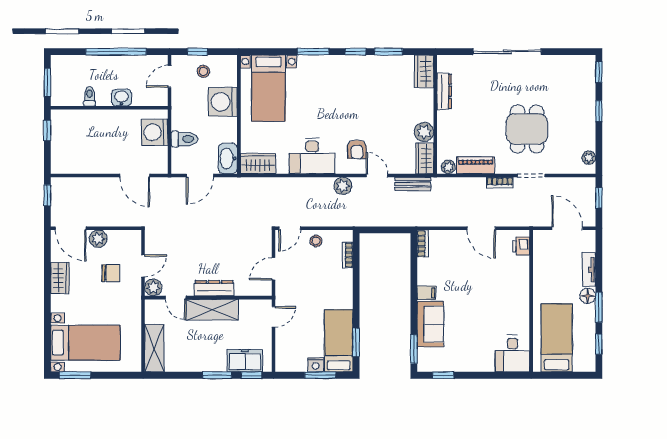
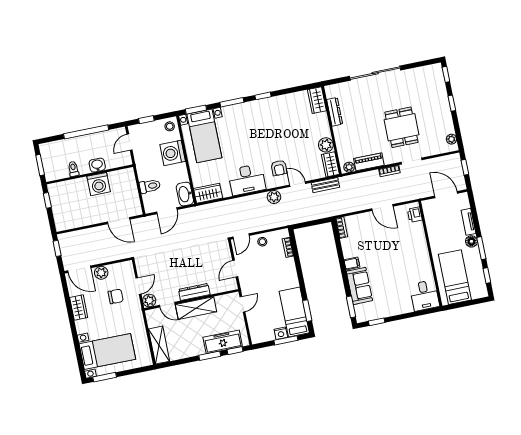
window: (388, 52) -> (196, 110), moved
stool: (203, 71) -> (170, 126), moved
washing machine: (155, 132) -> (99, 184), moved, turned -90
freezer: (245, 361) -> (223, 342), width x1.40

